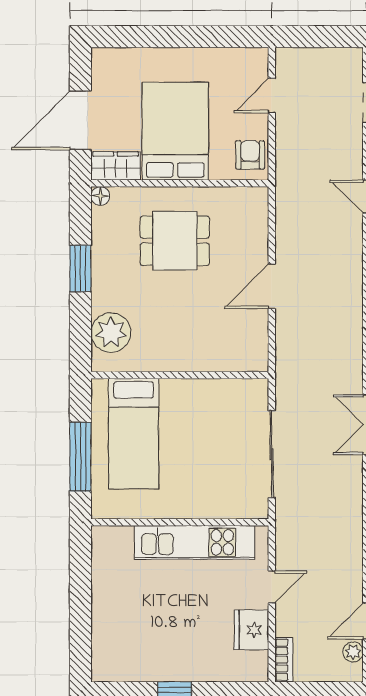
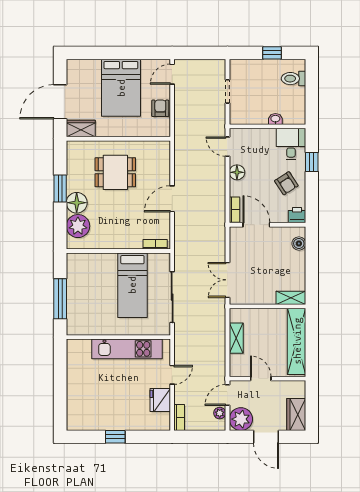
door: (272, 96) -> (172, 74), moved
bed: (175, 131) -> (121, 88), moved, turned 180
armchair: (250, 155) -> (160, 108), moved
floor lamp: (100, 196) -> (77, 203), moved, width x1.89, depth x1.89
bookcase: (243, 364) -> (155, 244), added
bed: (134, 434) -> (132, 285), moved

